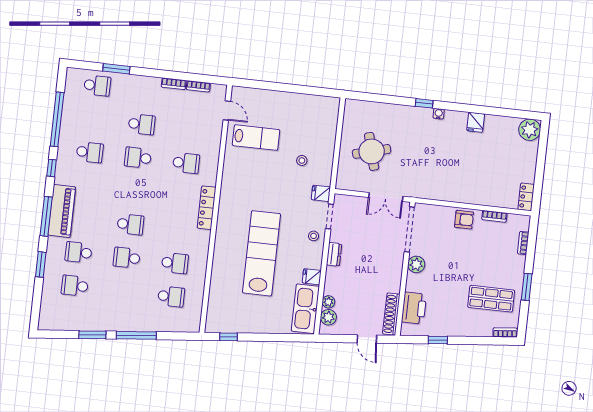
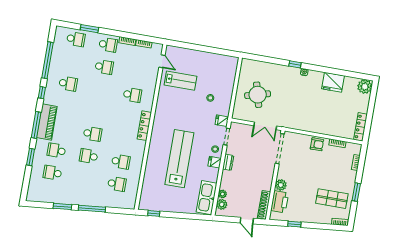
fridge: (476, 122) -> (333, 82), width x1.88, depth x1.34
school desk: (138, 158) -> (108, 45), moved, turned 180
locker: (526, 197) -> (360, 127), width x1.53
plant: (416, 264) -> (281, 185), moved
fridge: (312, 277) -> (215, 162), moved

